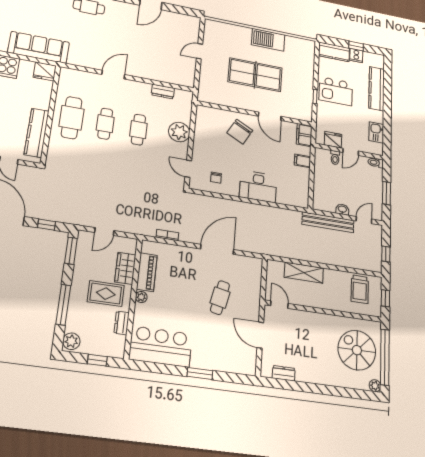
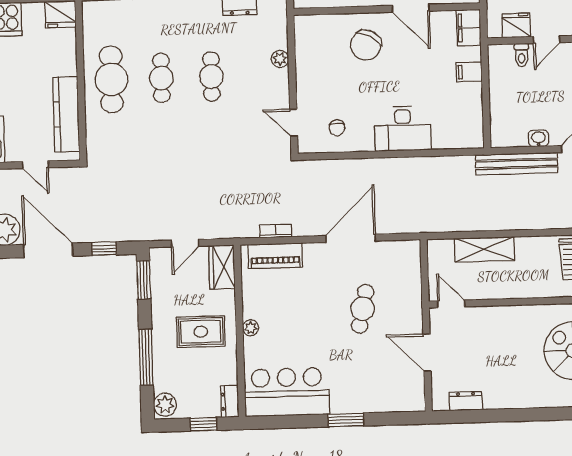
plant: (179, 132) -> (280, 59), width x0.53, depth x0.53
wardrobe: (125, 268) -> (222, 267), moved
piano: (147, 272) -> (275, 256), moved, turned 90
dresser: (122, 323) -> (230, 401), moved

